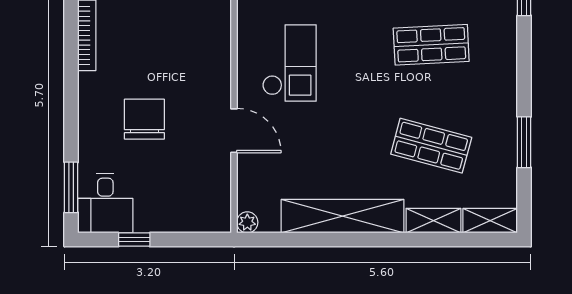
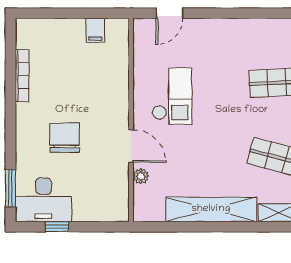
desk: (105, 203) -> (43, 200), width x1.37
plant: (247, 222) -> (141, 176), moved

